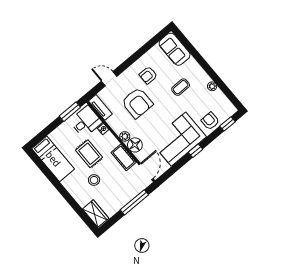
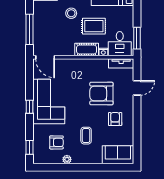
armchair: (210, 121) -> (56, 142), moved
plant: (125, 136) -> (84, 63), removed
floor lamp: (135, 145) -> (72, 66), removed
cot: (124, 157) -> (87, 49), moved

